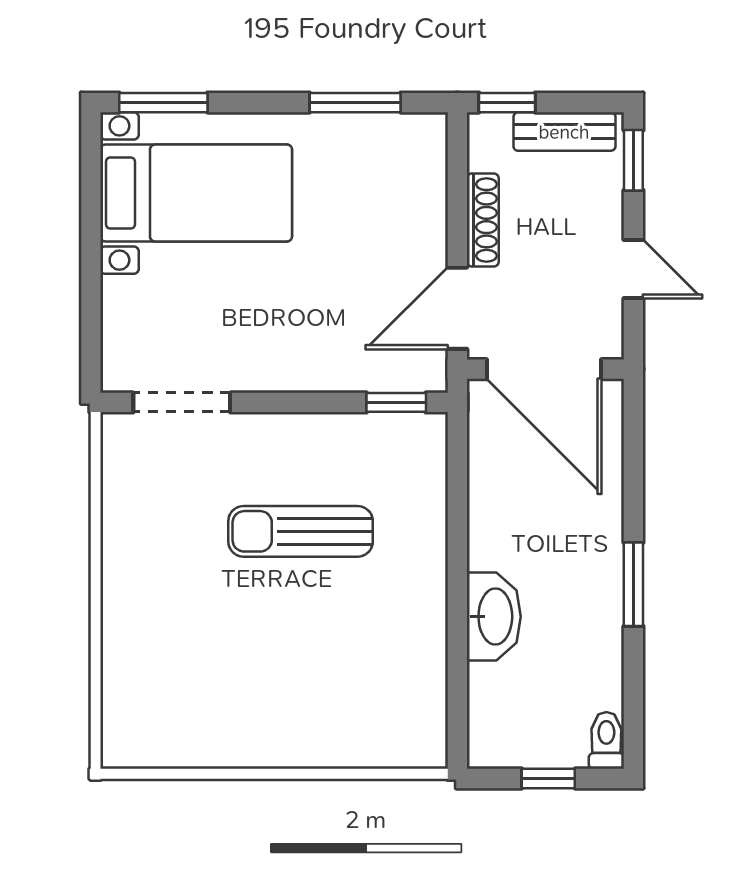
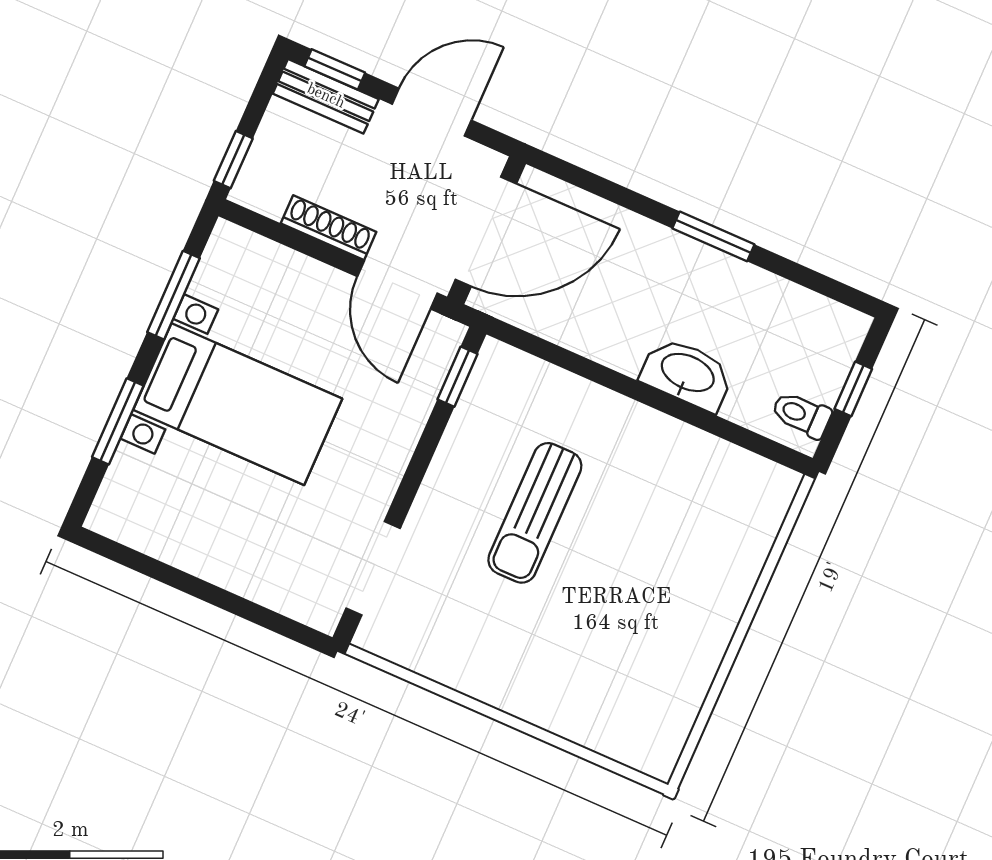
window: (163, 103) -> (118, 421), moved
bench: (564, 132) -> (326, 96), moved, turned 90
bed with nightstands: (196, 193) -> (238, 404), moved, turned 90
door: (633, 269) -> (432, 112), width x1.38
toilet: (606, 740) -> (801, 415), moved

